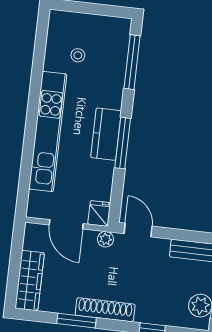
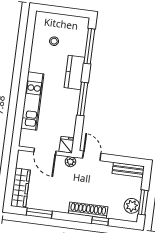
kitchen unit: (48, 132) -> (32, 101), width x0.73
kitchen counter: (106, 134) -> (74, 72), moved
shoe rack: (105, 310) -> (88, 210), moved
window: (76, 321) -> (39, 213), moved

